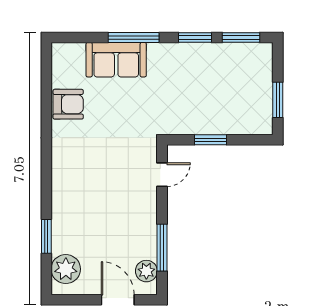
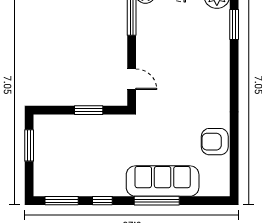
window: (195, 37) -> (102, 201), width x0.67
sofa: (116, 60) -> (163, 181), width x1.36
door: (162, 175) -> (132, 79), swing flipped

